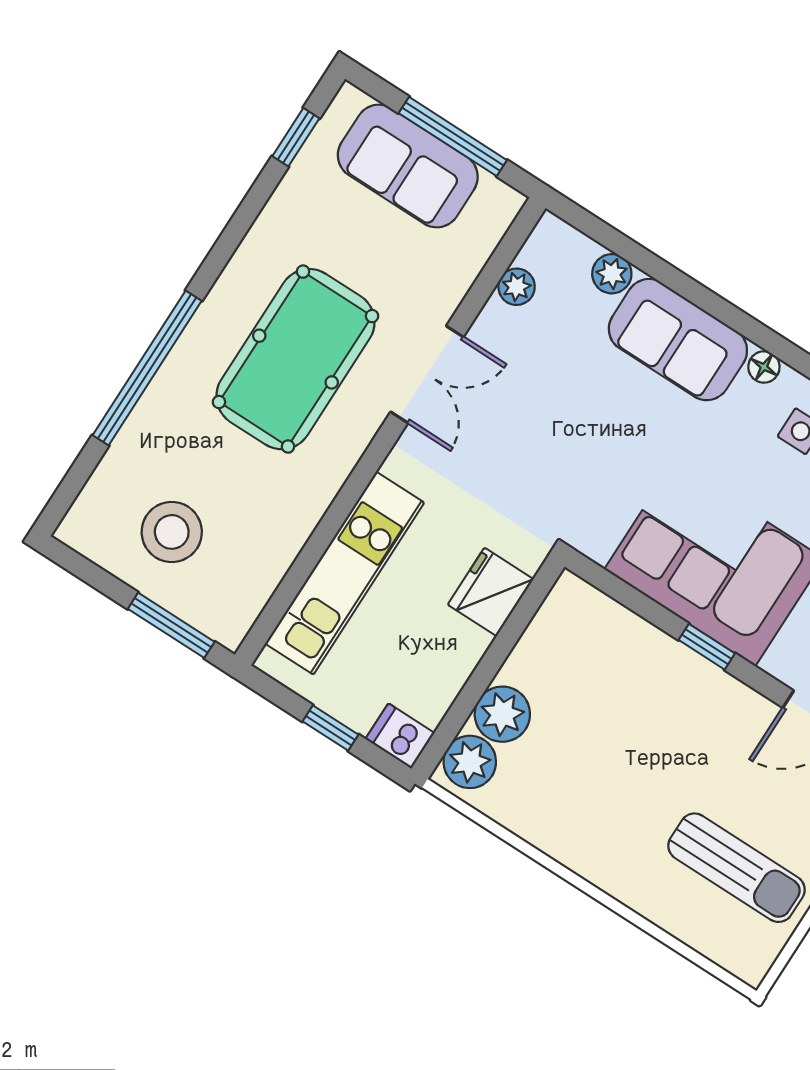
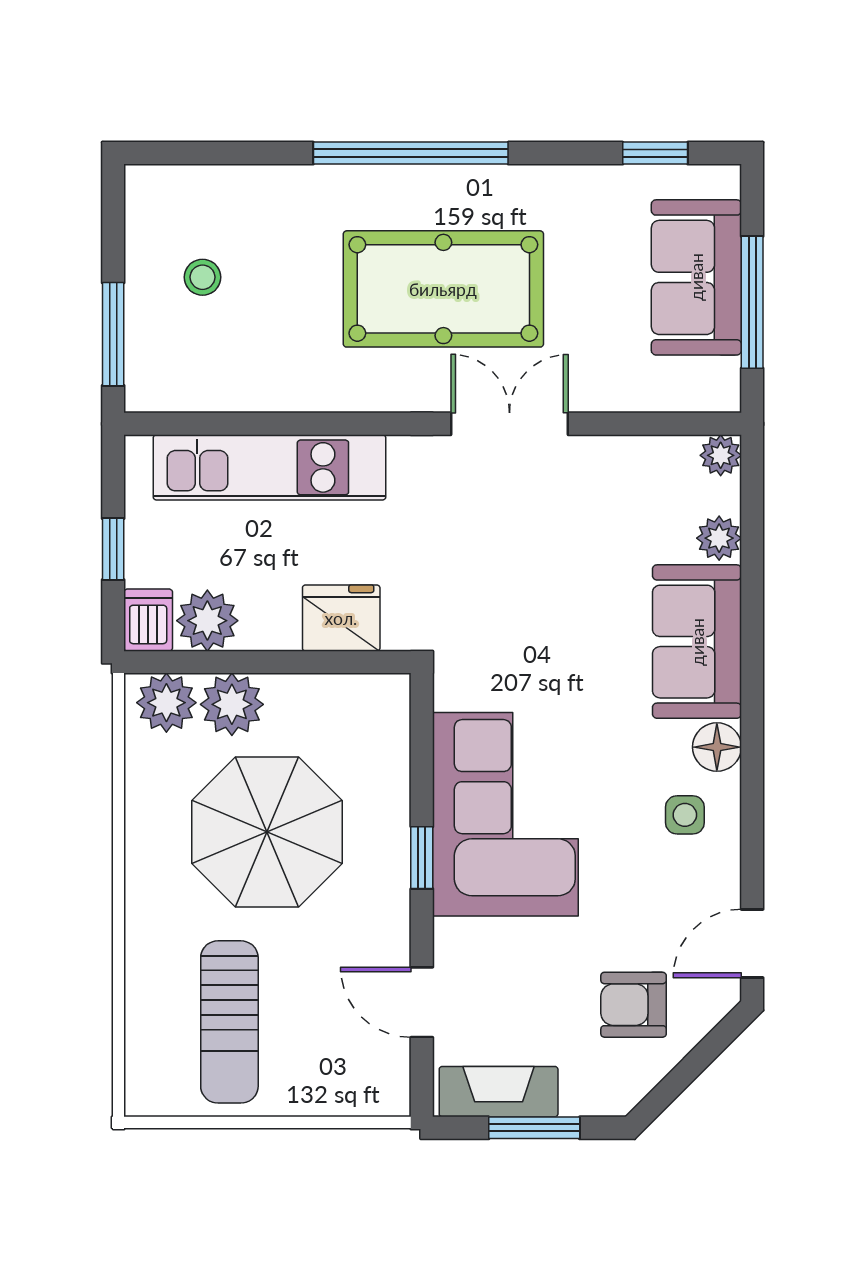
plant: (517, 287) -> (721, 455), moved
floor lamp: (764, 367) -> (717, 747), width x1.37, depth x1.37
window: (147, 368) -> (411, 153), moved
double door: (427, 374) -> (510, 424), swing flipped
stool: (172, 532) -> (202, 277), width x0.53, depth x0.53
plant: (429, 692) -> (207, 621), added
parasol: (614, 749) -> (267, 832), added

